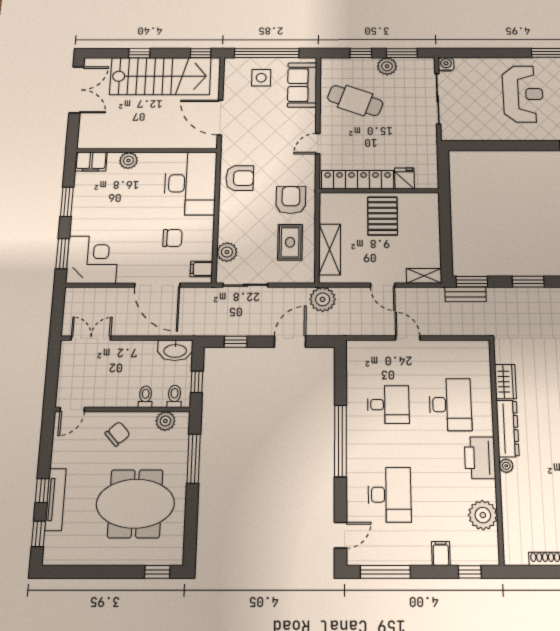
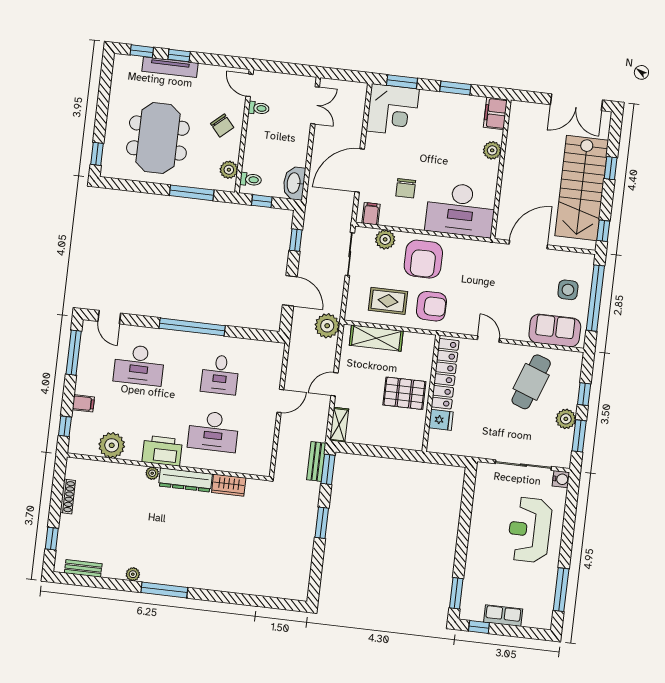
reception desk: (523, 94) -> (529, 530), moved, turned 90
armchair: (240, 178) -> (423, 259), moved, width x1.36, depth x1.36
toilet: (145, 397) -> (259, 108), moved

